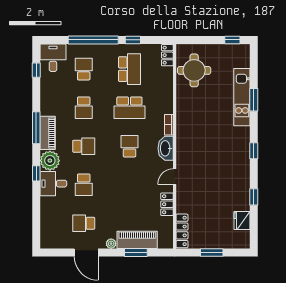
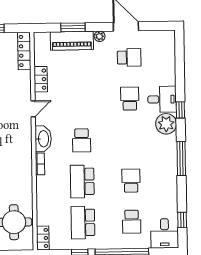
school desk: (129, 108) -> (82, 181), turned -90
piano: (48, 133) -> (169, 153), removed
school desk: (84, 146) -> (130, 140), removed

